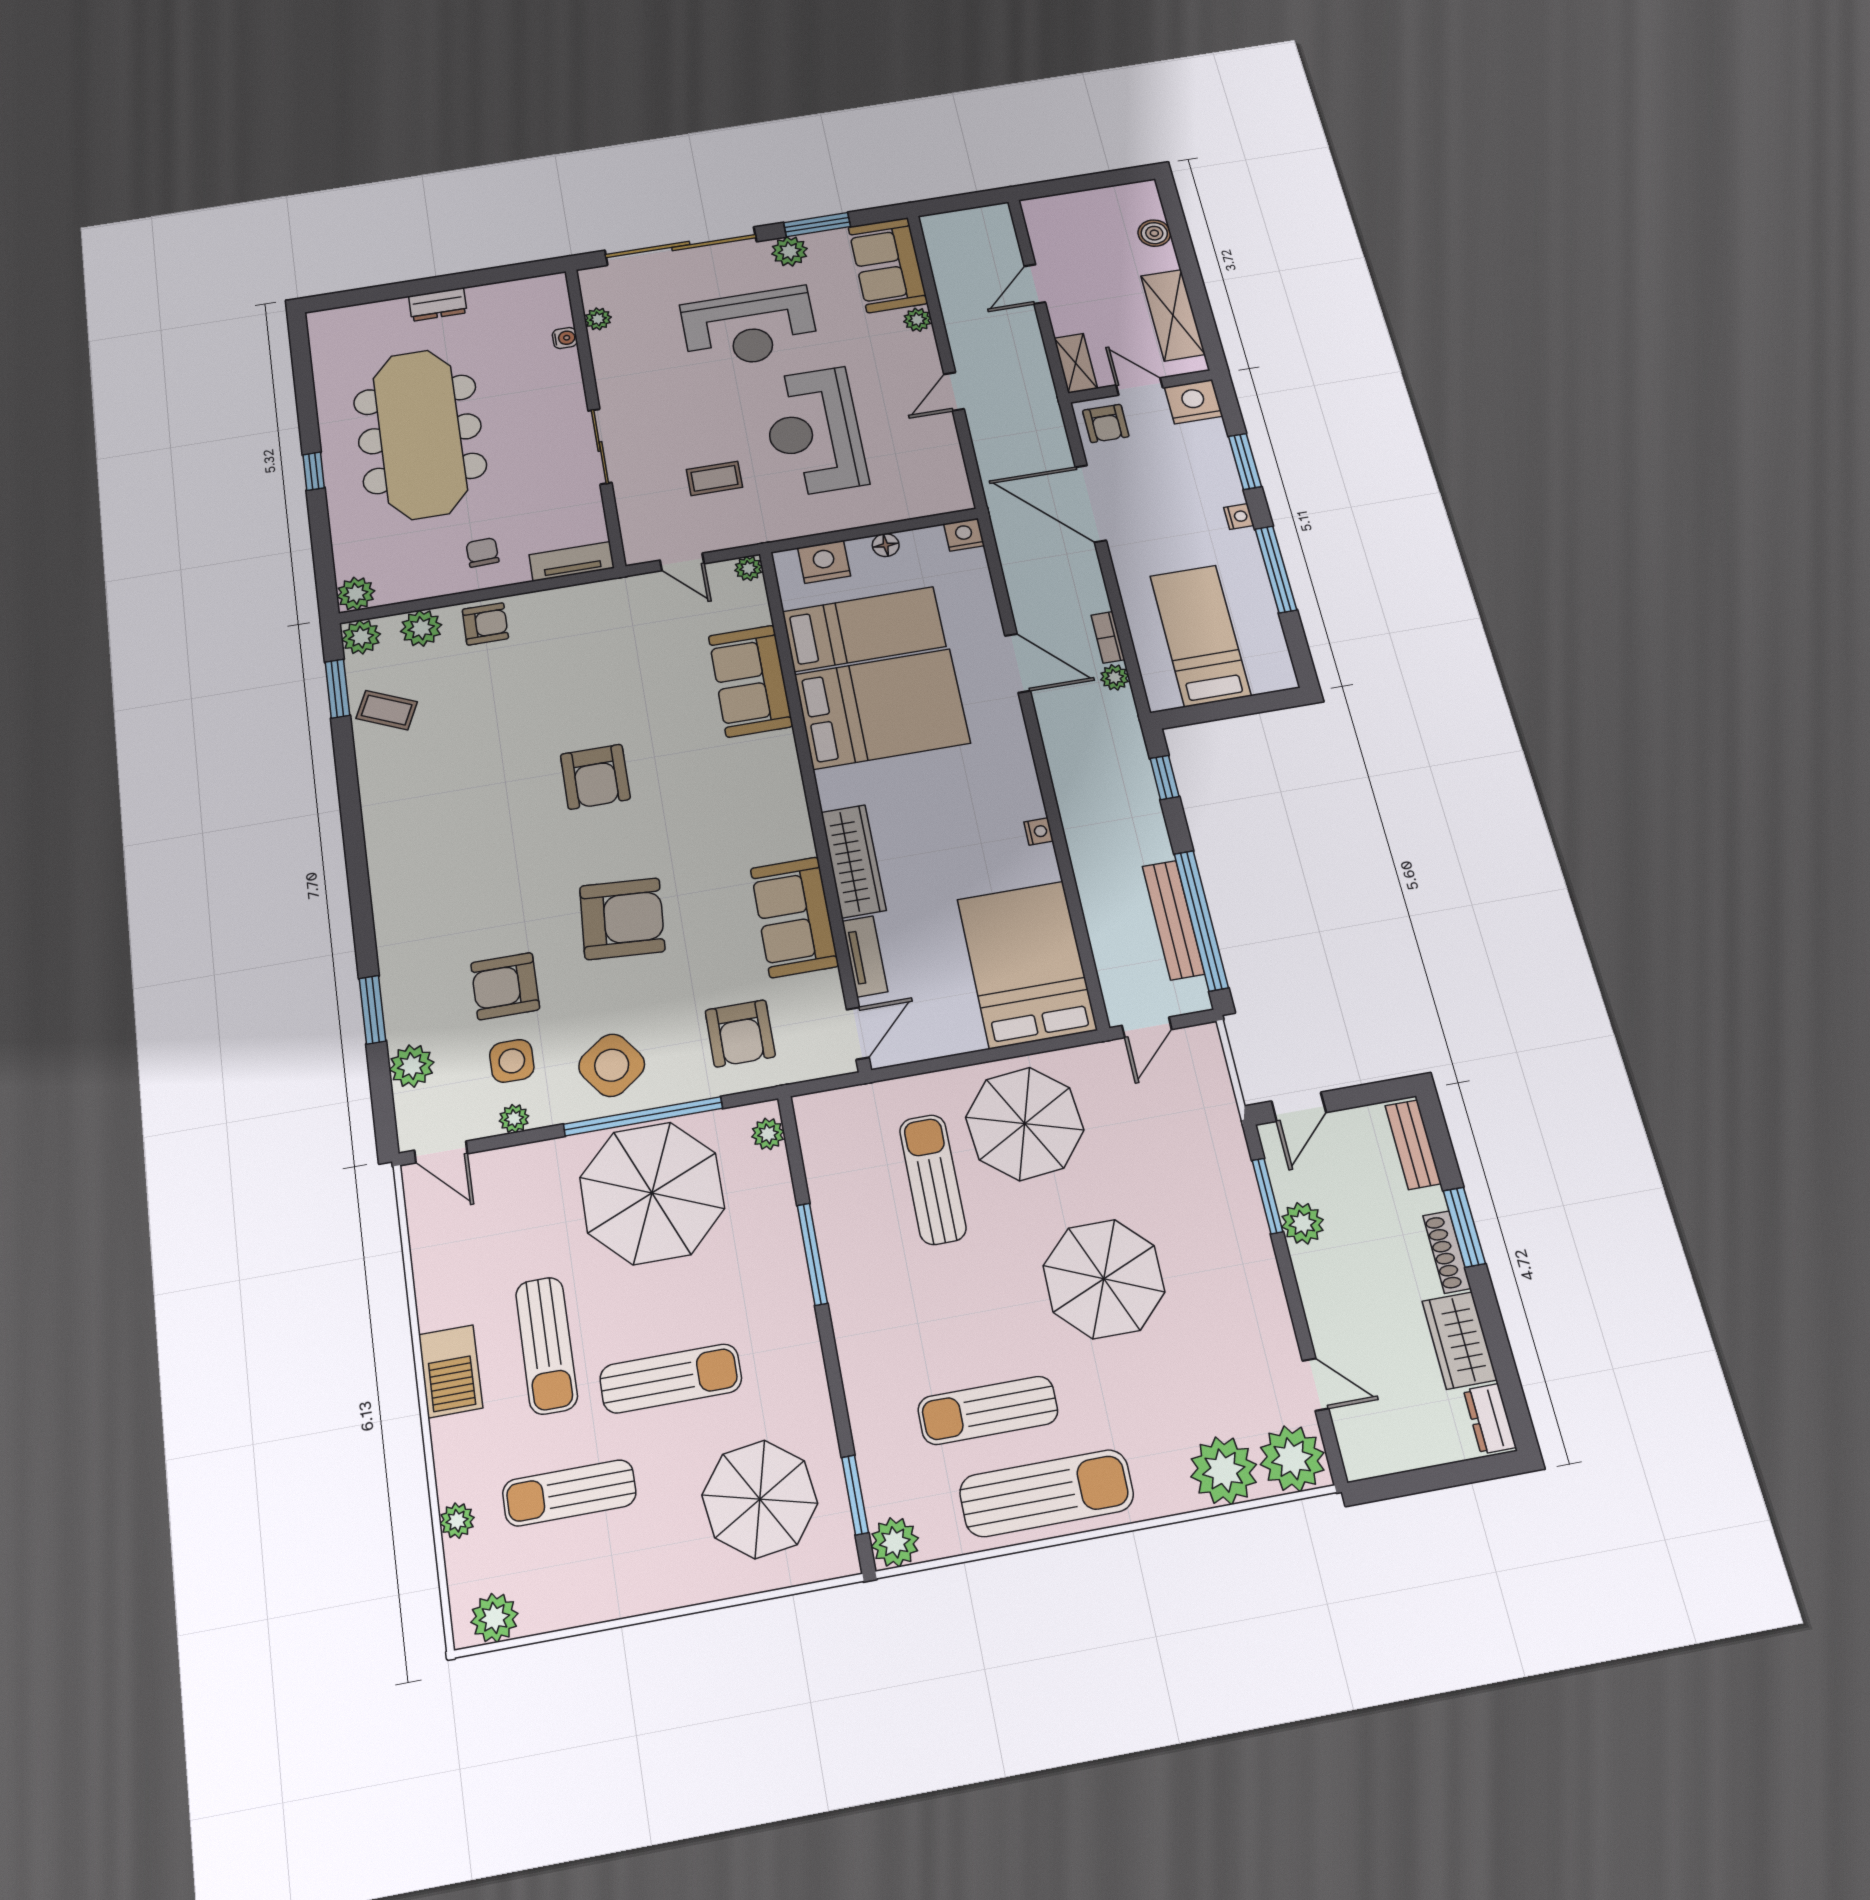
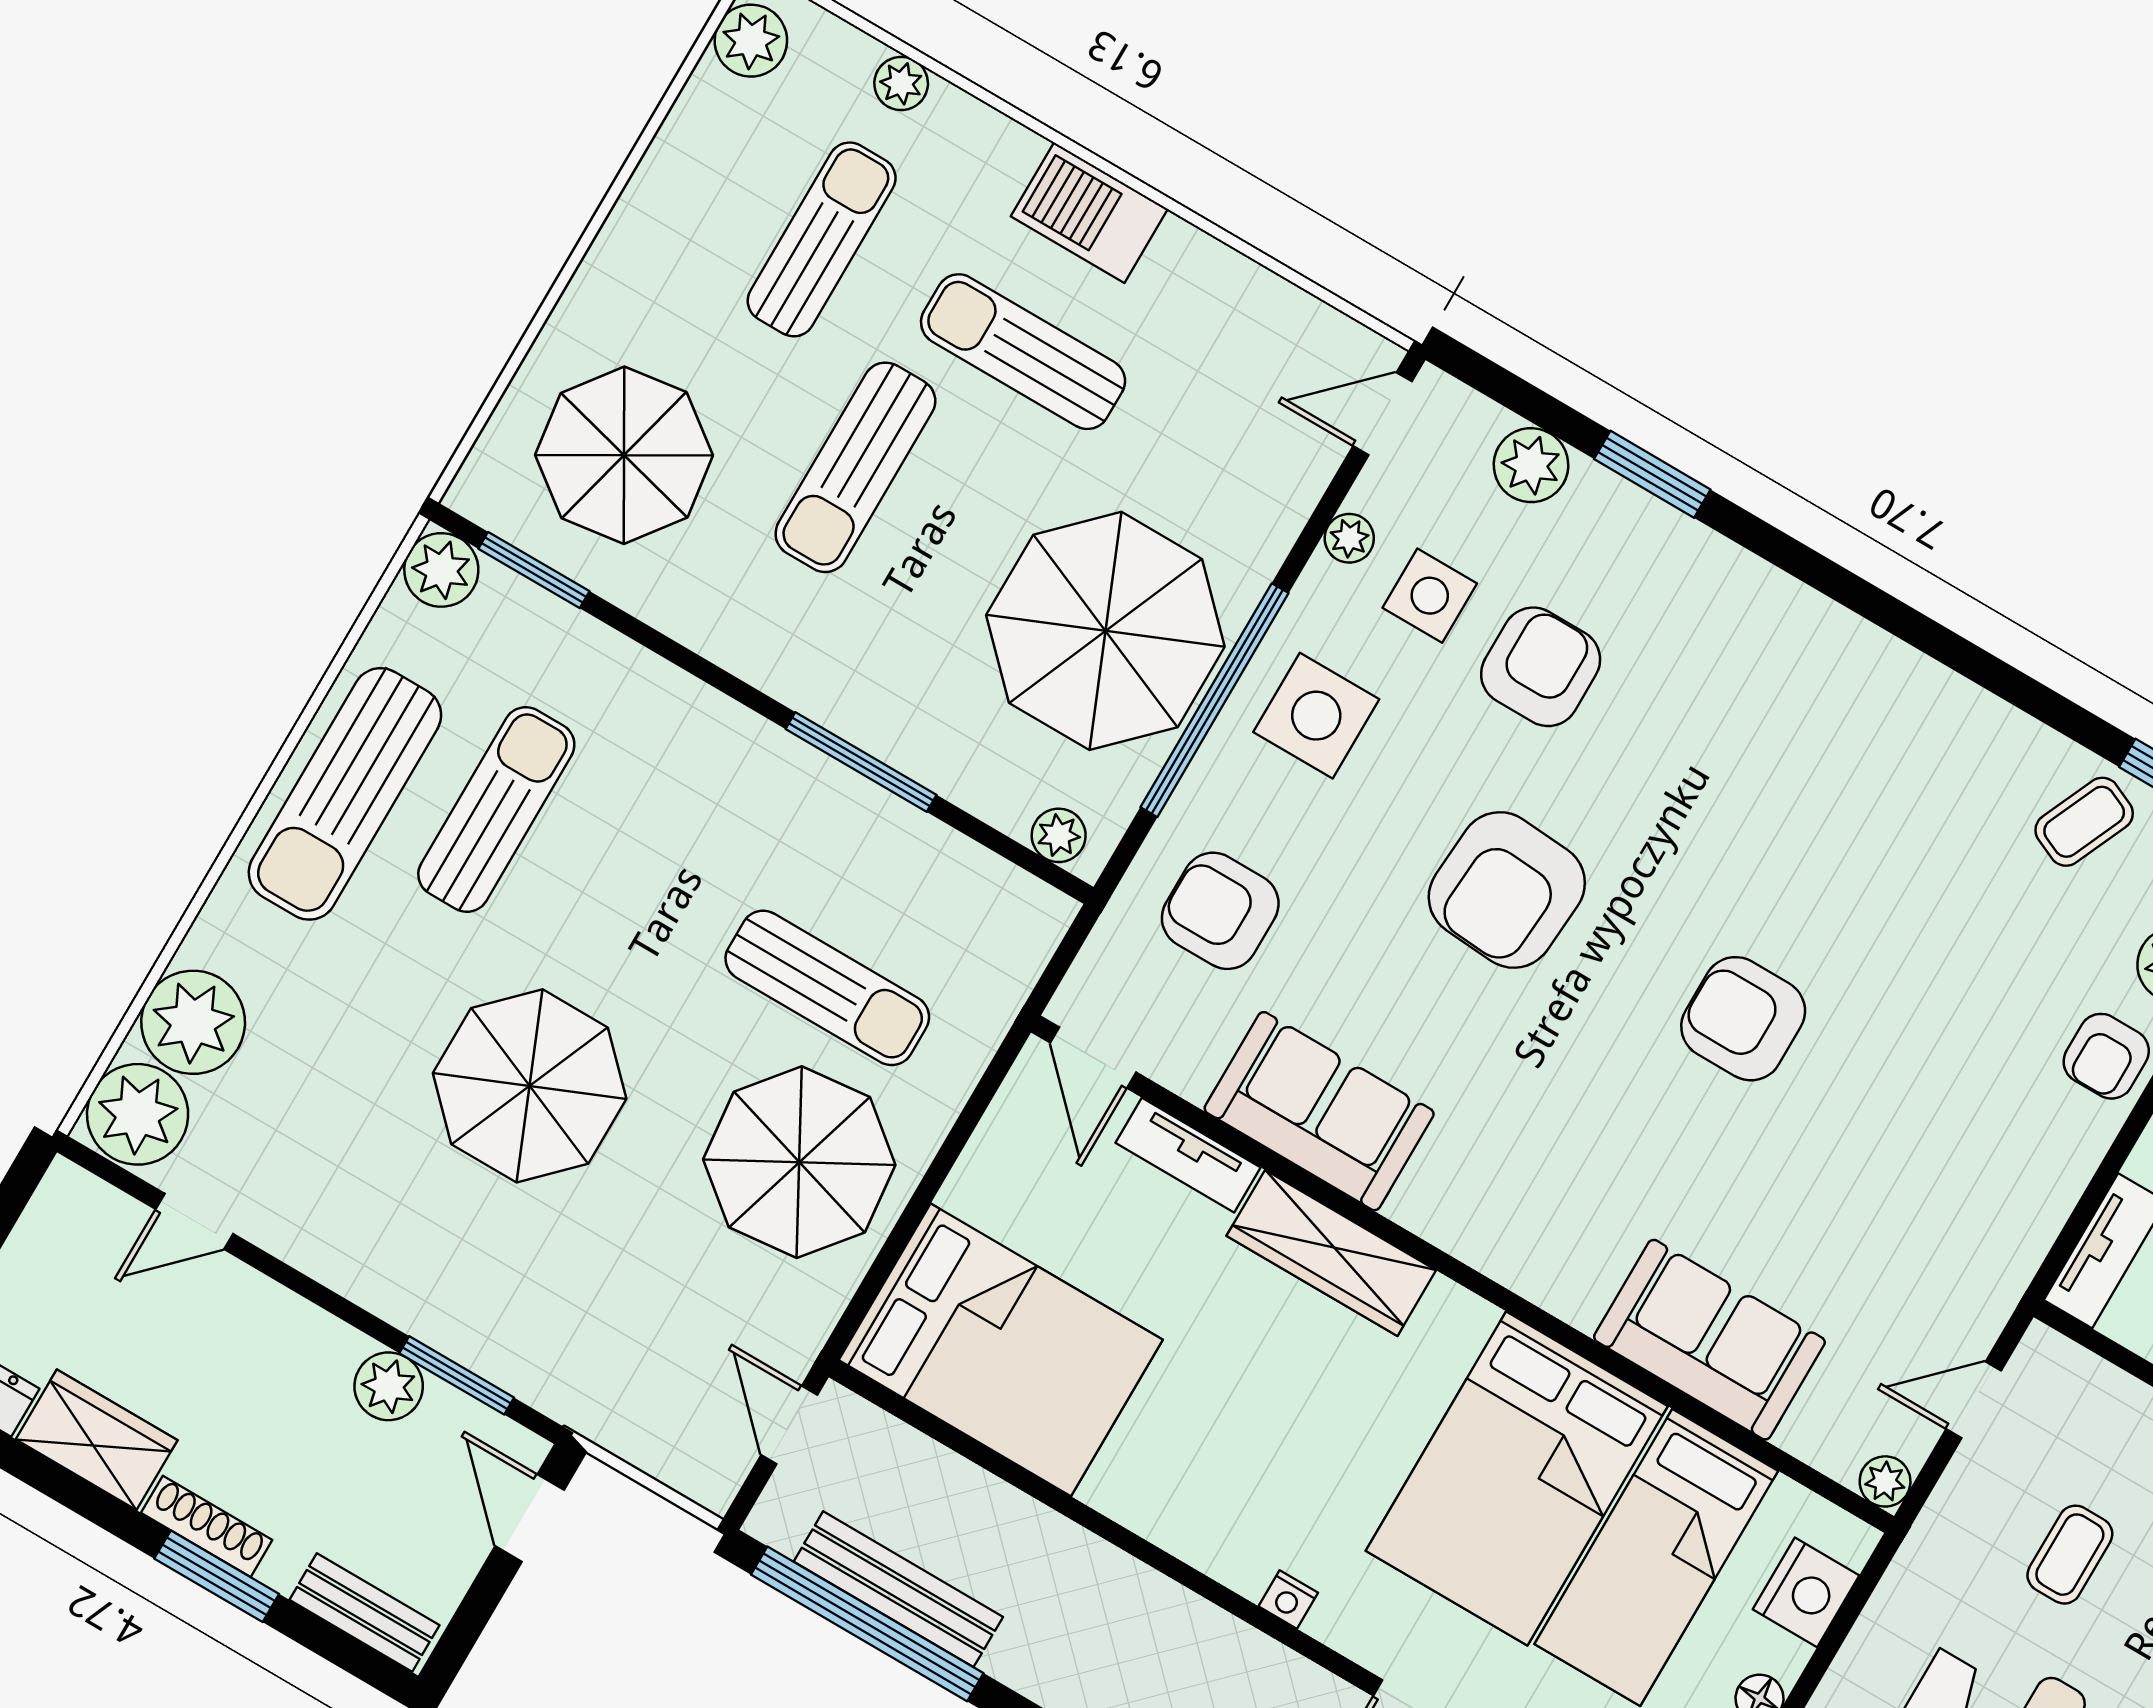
nightstand: (1039, 831) -> (1288, 1600), moved
side table: (612, 1065) -> (1316, 716), turned 36

